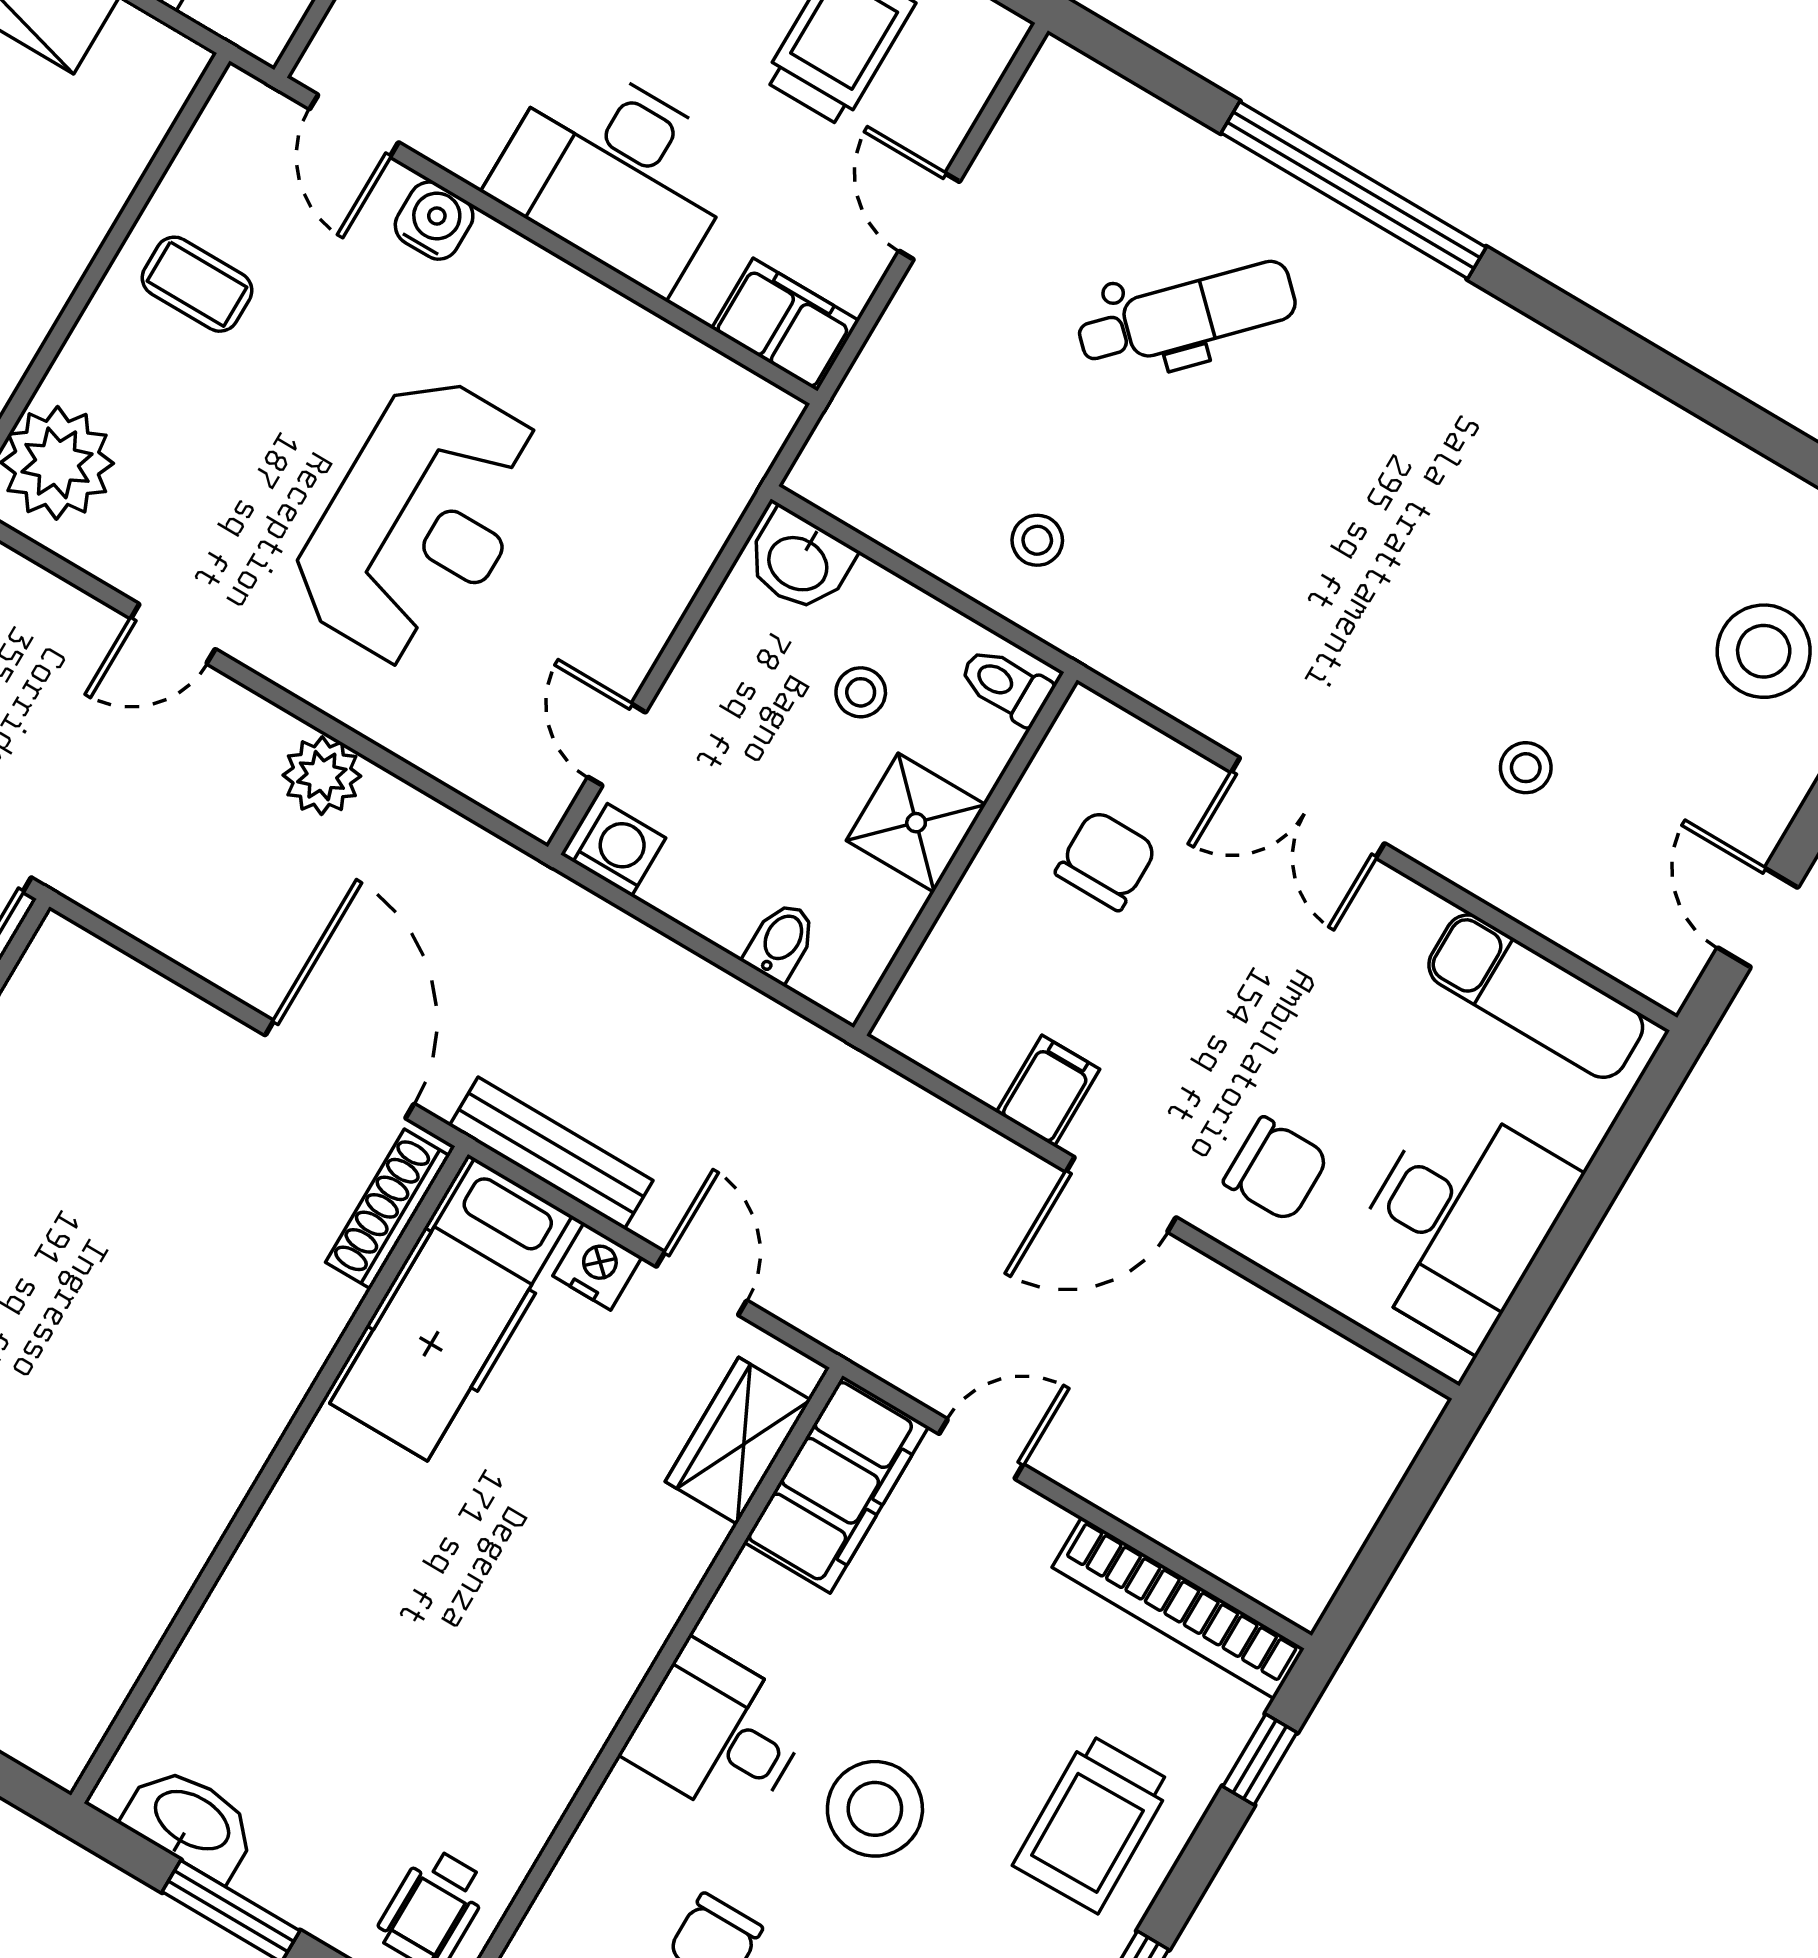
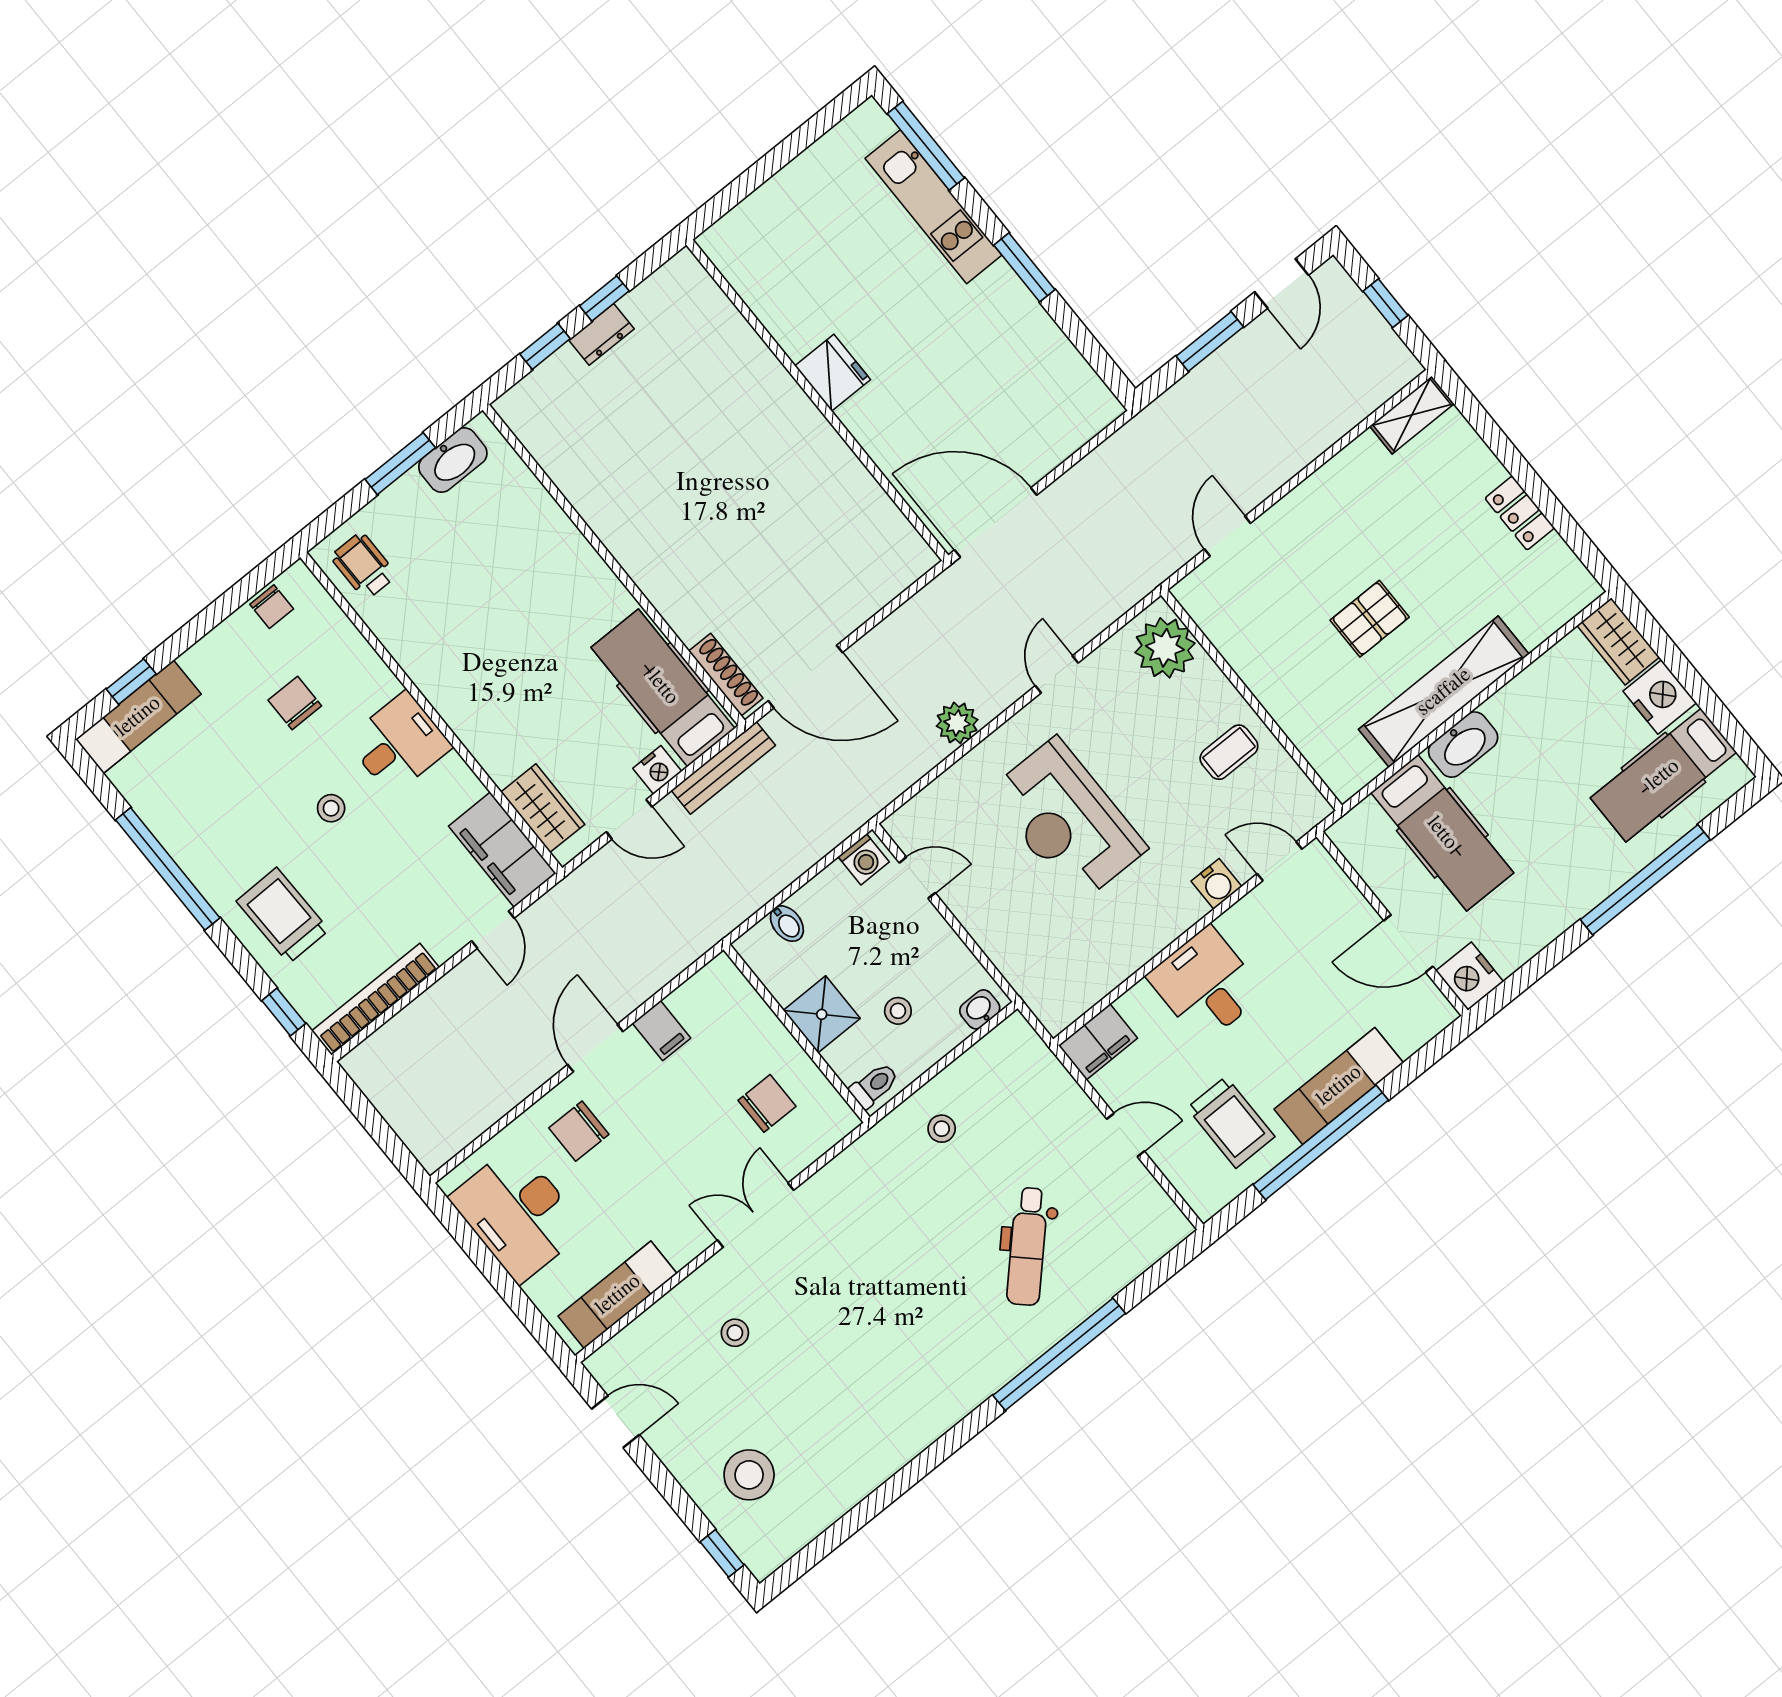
desk: (616, 174) -> (1206, 985), width x0.73
washbasin: (799, 562) -> (980, 1009), width x0.72, depth x0.69
chair: (1106, 860) -> (767, 1103), turned -90
stool: (875, 1809) -> (331, 808), width x0.53, depth x0.53

